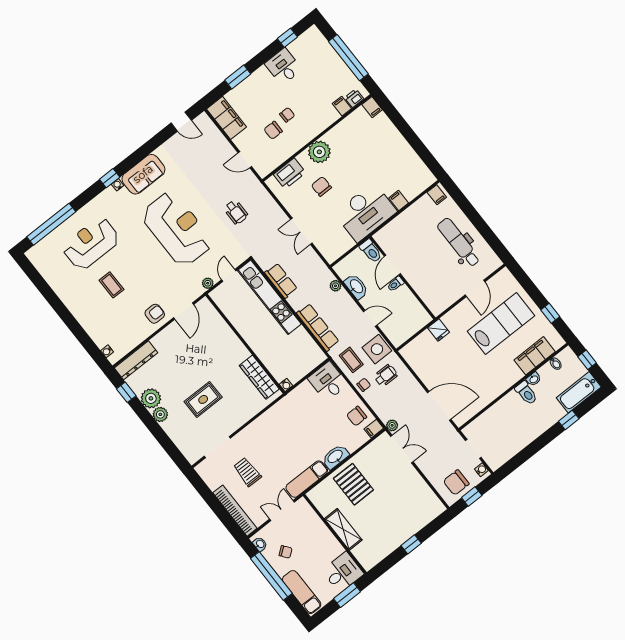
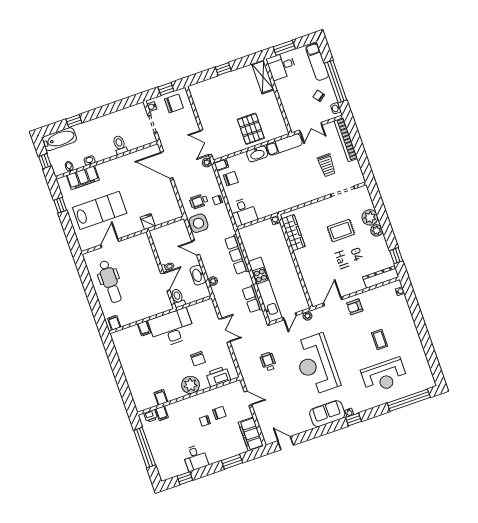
filing cabinet: (372, 107) -> (161, 397), moved
lab bench: (501, 323) -> (100, 210), turned 180
coffee table: (351, 360) -> (220, 222), removed
toilet: (526, 393) -> (120, 145), moved
plant: (151, 398) -> (370, 217), moved
shelving: (343, 529) -> (263, 77), moved

